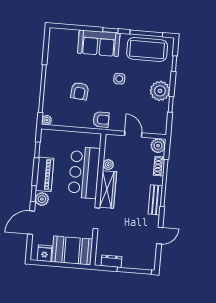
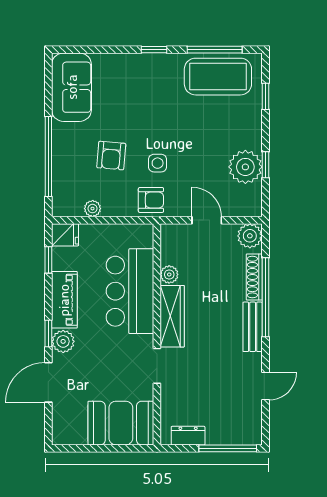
sofa: (99, 43) -> (72, 87), moved, turned -90
side table: (119, 79) -> (158, 163), moved
plant: (160, 91) -> (245, 167), moved
plant: (47, 120) -> (93, 209), moved
shoe rack: (159, 166) -> (254, 277), width x1.43
fridge: (44, 253) -> (65, 235), moved, turned 90

